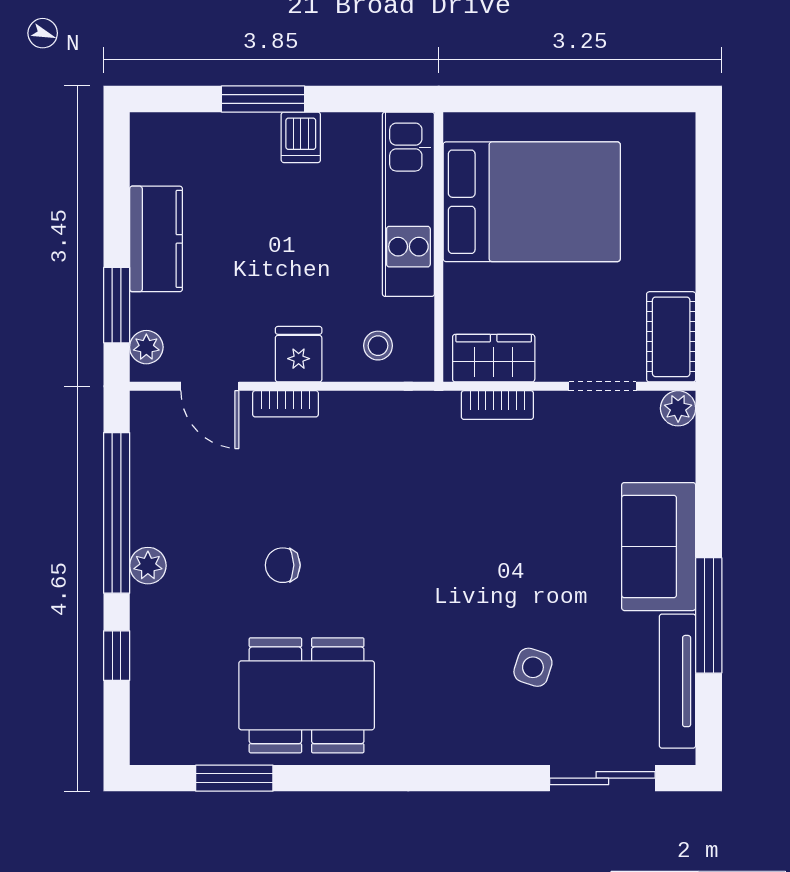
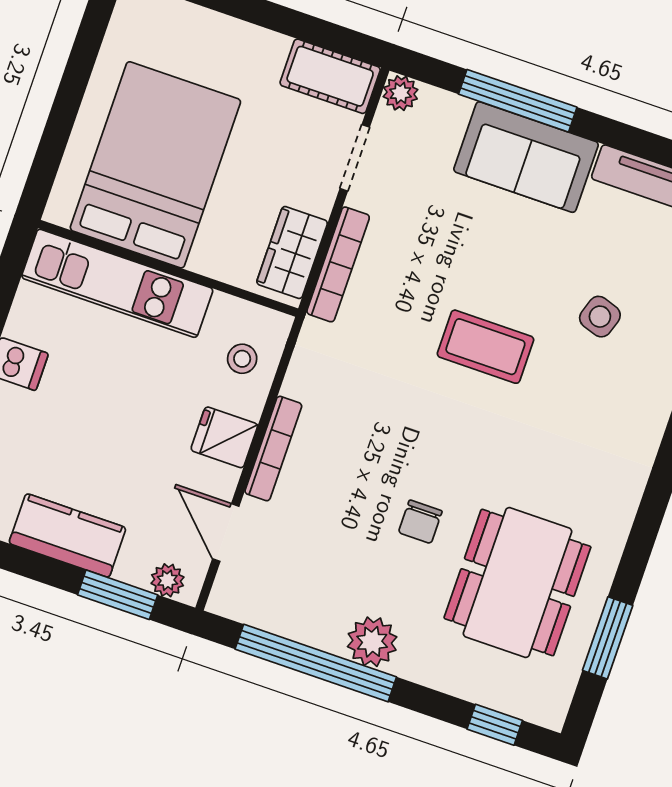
door: (210, 386) -> (226, 533), swing flipped
bookcase: (285, 404) -> (273, 449), width x1.56
bookcase: (497, 405) -> (338, 264), width x1.56
plant: (148, 566) -> (372, 642), width x1.38, depth x1.38
coffee table: (468, 570) -> (485, 347), added
window: (709, 615) -> (518, 101), moved
window: (117, 656) -> (495, 725), moved
dining table: (307, 695) -> (517, 583), moved

